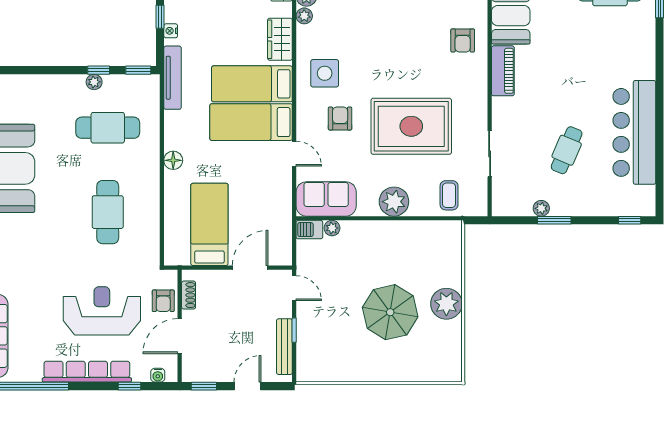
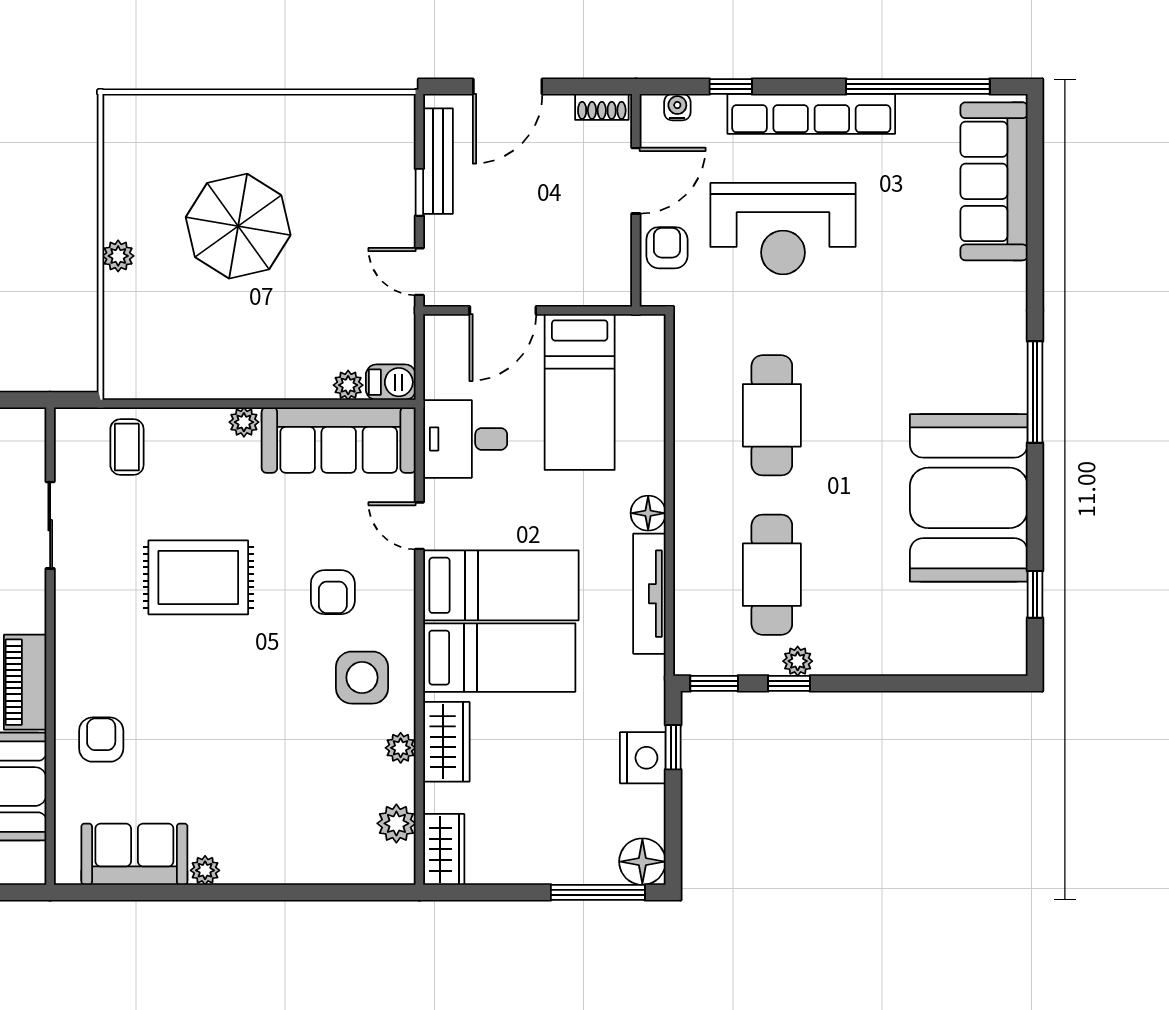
plant: (304, 16) -> (401, 748), moved
window: (160, 17) -> (673, 747), moved
nightstand: (171, 31) -> (643, 758), width x1.89, depth x1.79
tv unit: (173, 78) -> (649, 594), moved
rug: (411, 126) -> (198, 577), width x0.73, depth x0.69
cafe table: (108, 128) -> (772, 575), turned 90
sofa: (326, 199) -> (339, 440), width x1.36
desk: (270, 200) -> (465, 439), added
plant: (394, 202) -> (244, 422), width x0.53, depth x0.53
shoe rack: (189, 295) -> (602, 107), moved, turned -90
plant: (446, 304) -> (118, 256), width x0.53, depth x0.53
window: (204, 386) -> (590, 87), removed
door: (248, 386) -> (508, 87), width x1.38

